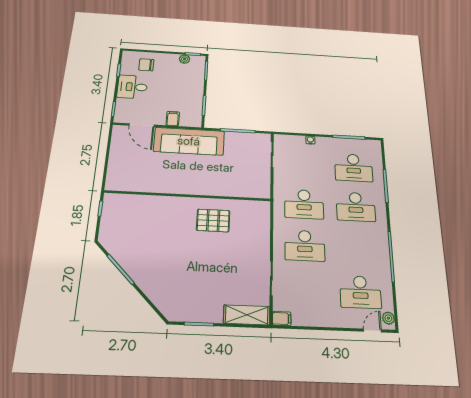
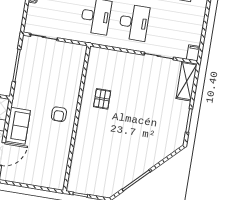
sofa: (189, 141) -> (18, 126), width x0.54, depth x0.79
armchair: (190, 177) -> (59, 114), added
pallet: (213, 220) -> (102, 99), width x0.67, depth x0.71

